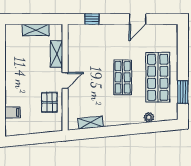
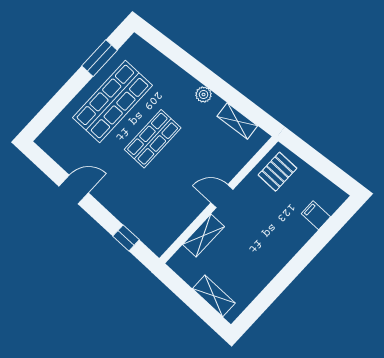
shelving: (36, 30) -> (214, 296), moved
pallet: (49, 102) -> (277, 172), moved
plant: (149, 117) -> (204, 95), moved

